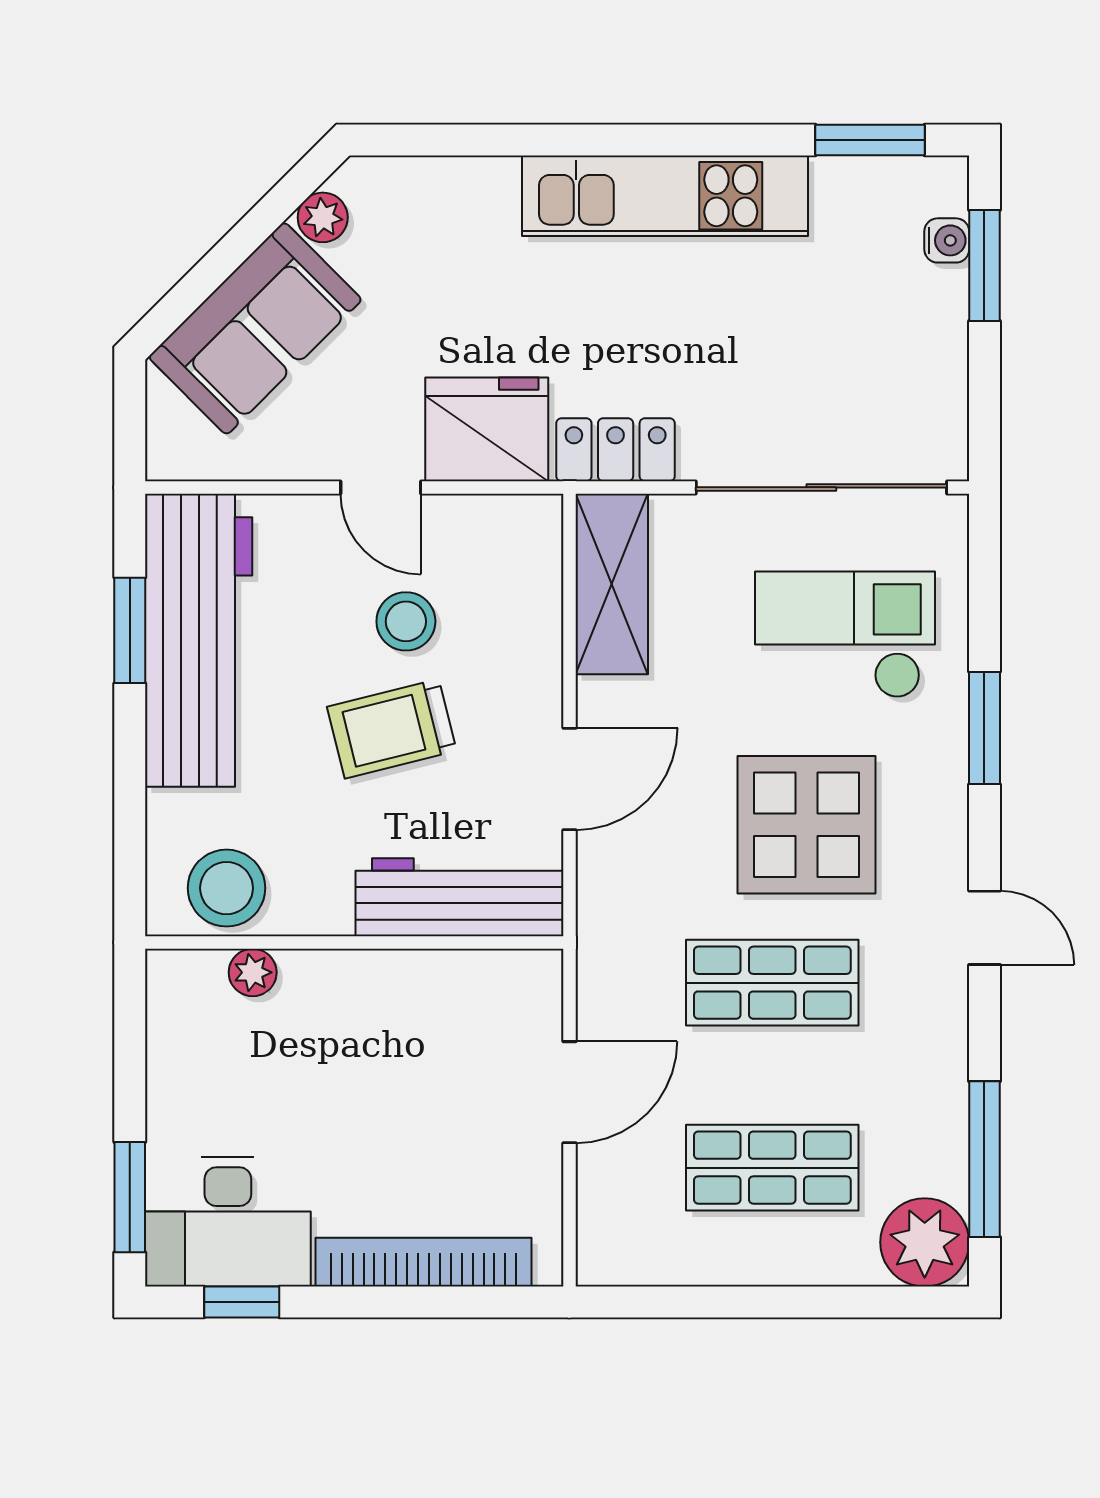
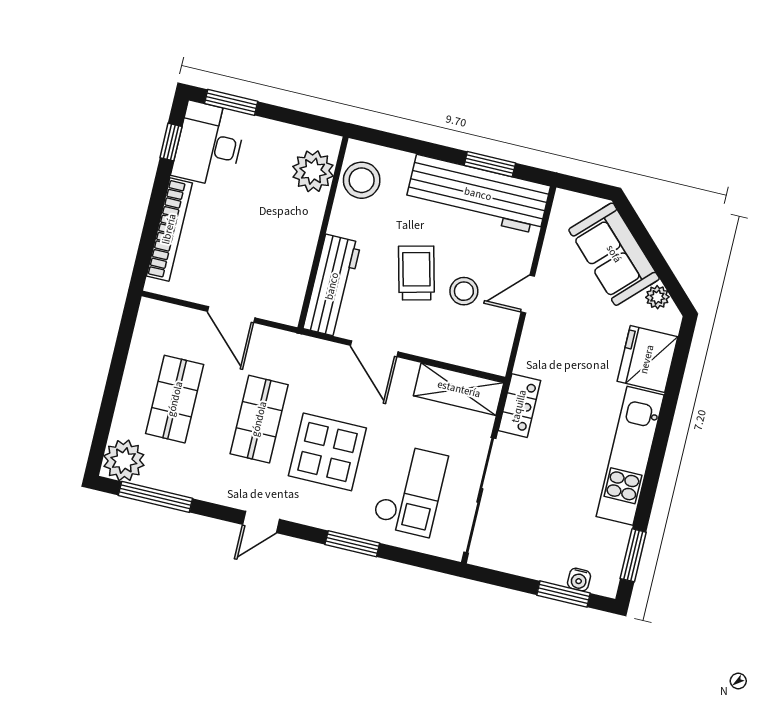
fridge: (487, 429) -> (647, 359), moved, turned 180
plant: (253, 972) -> (313, 171), width x1.87, depth x1.87

